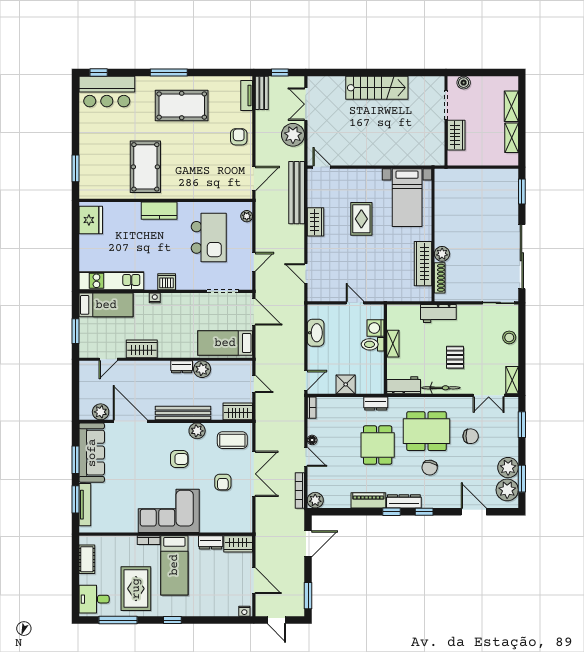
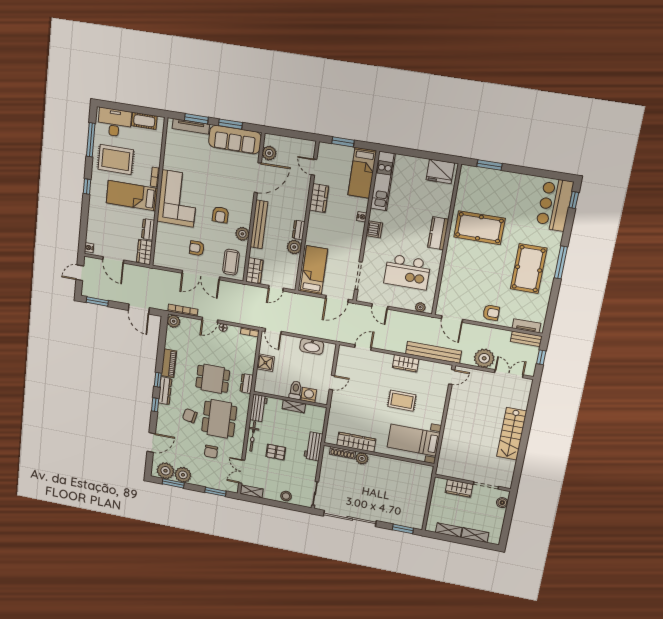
door: (254, 581) -> (113, 260), hinge flipped
desk: (94, 599) -> (114, 122), width x1.37

